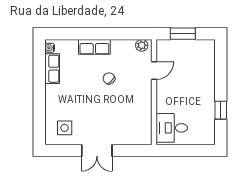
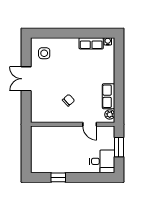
row of seats: (94, 47) -> (108, 96), moved
chair: (109, 78) -> (68, 100), moved
desk: (172, 128) -> (102, 161), moved, turned 90

